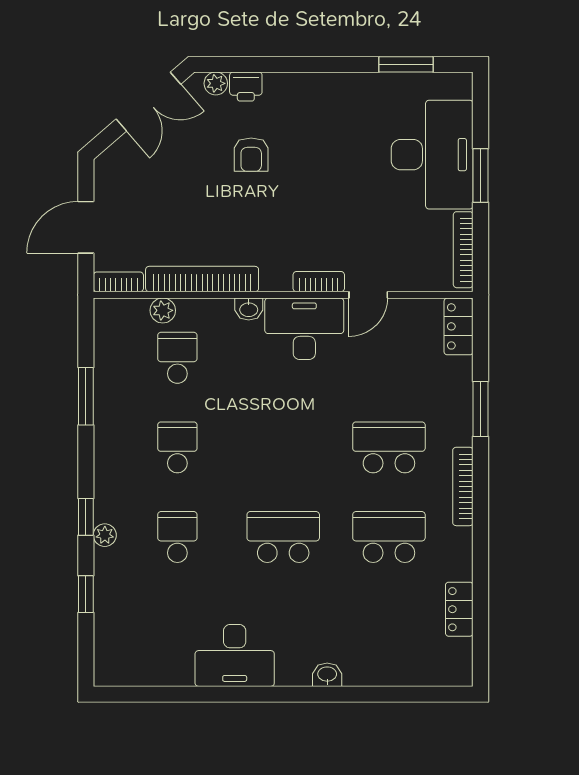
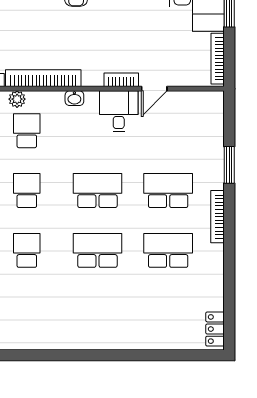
locker: (459, 326) -> (215, 110), removed
desk: (304, 329) -> (119, 111), width x0.73
school desk: (283, 447) -> (97, 191), added
locker: (459, 609) -> (215, 329), moved
desk: (235, 655) -> (65, 330), removed
washbasin: (327, 675) -> (127, 342), removed

